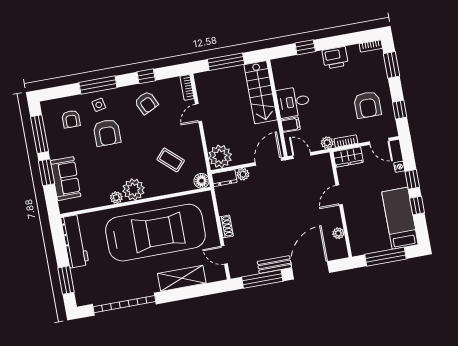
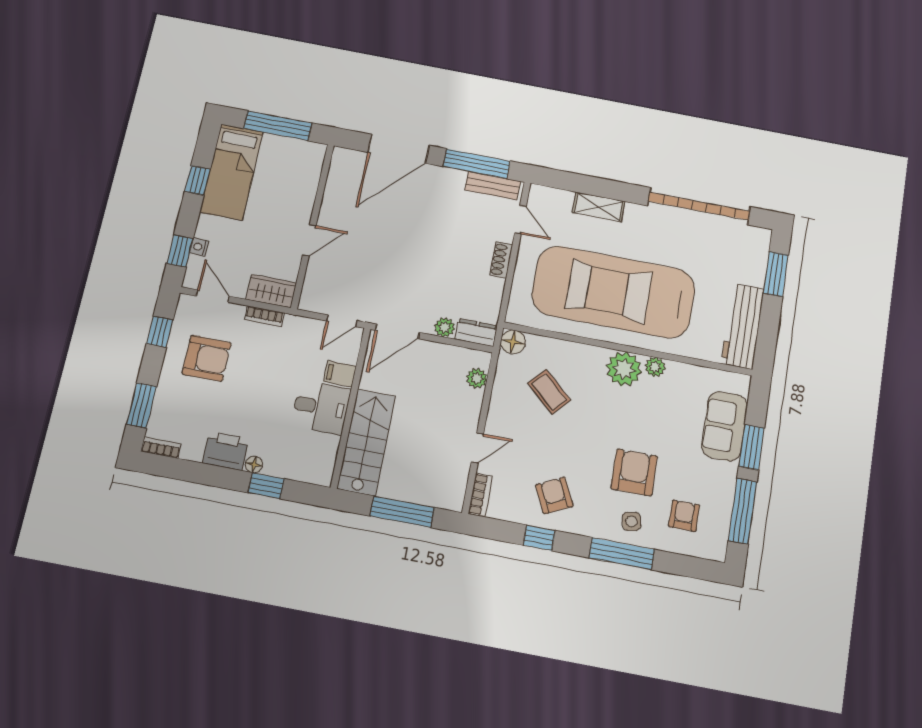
floor lamp: (317, 56) -> (254, 464), added
armchair: (367, 105) -> (207, 358), turned 90
plant: (327, 143) -> (294, 325), removed
door: (302, 155) -> (342, 321), hinge flipped
plant: (220, 156) -> (477, 378), width x0.53, depth x0.53
window: (412, 179) -> (180, 251), moved
plant: (338, 233) -> (334, 186), removed
bench: (274, 265) -> (493, 186), moved
shelving: (182, 278) -> (599, 207), width x0.67, depth x0.75

